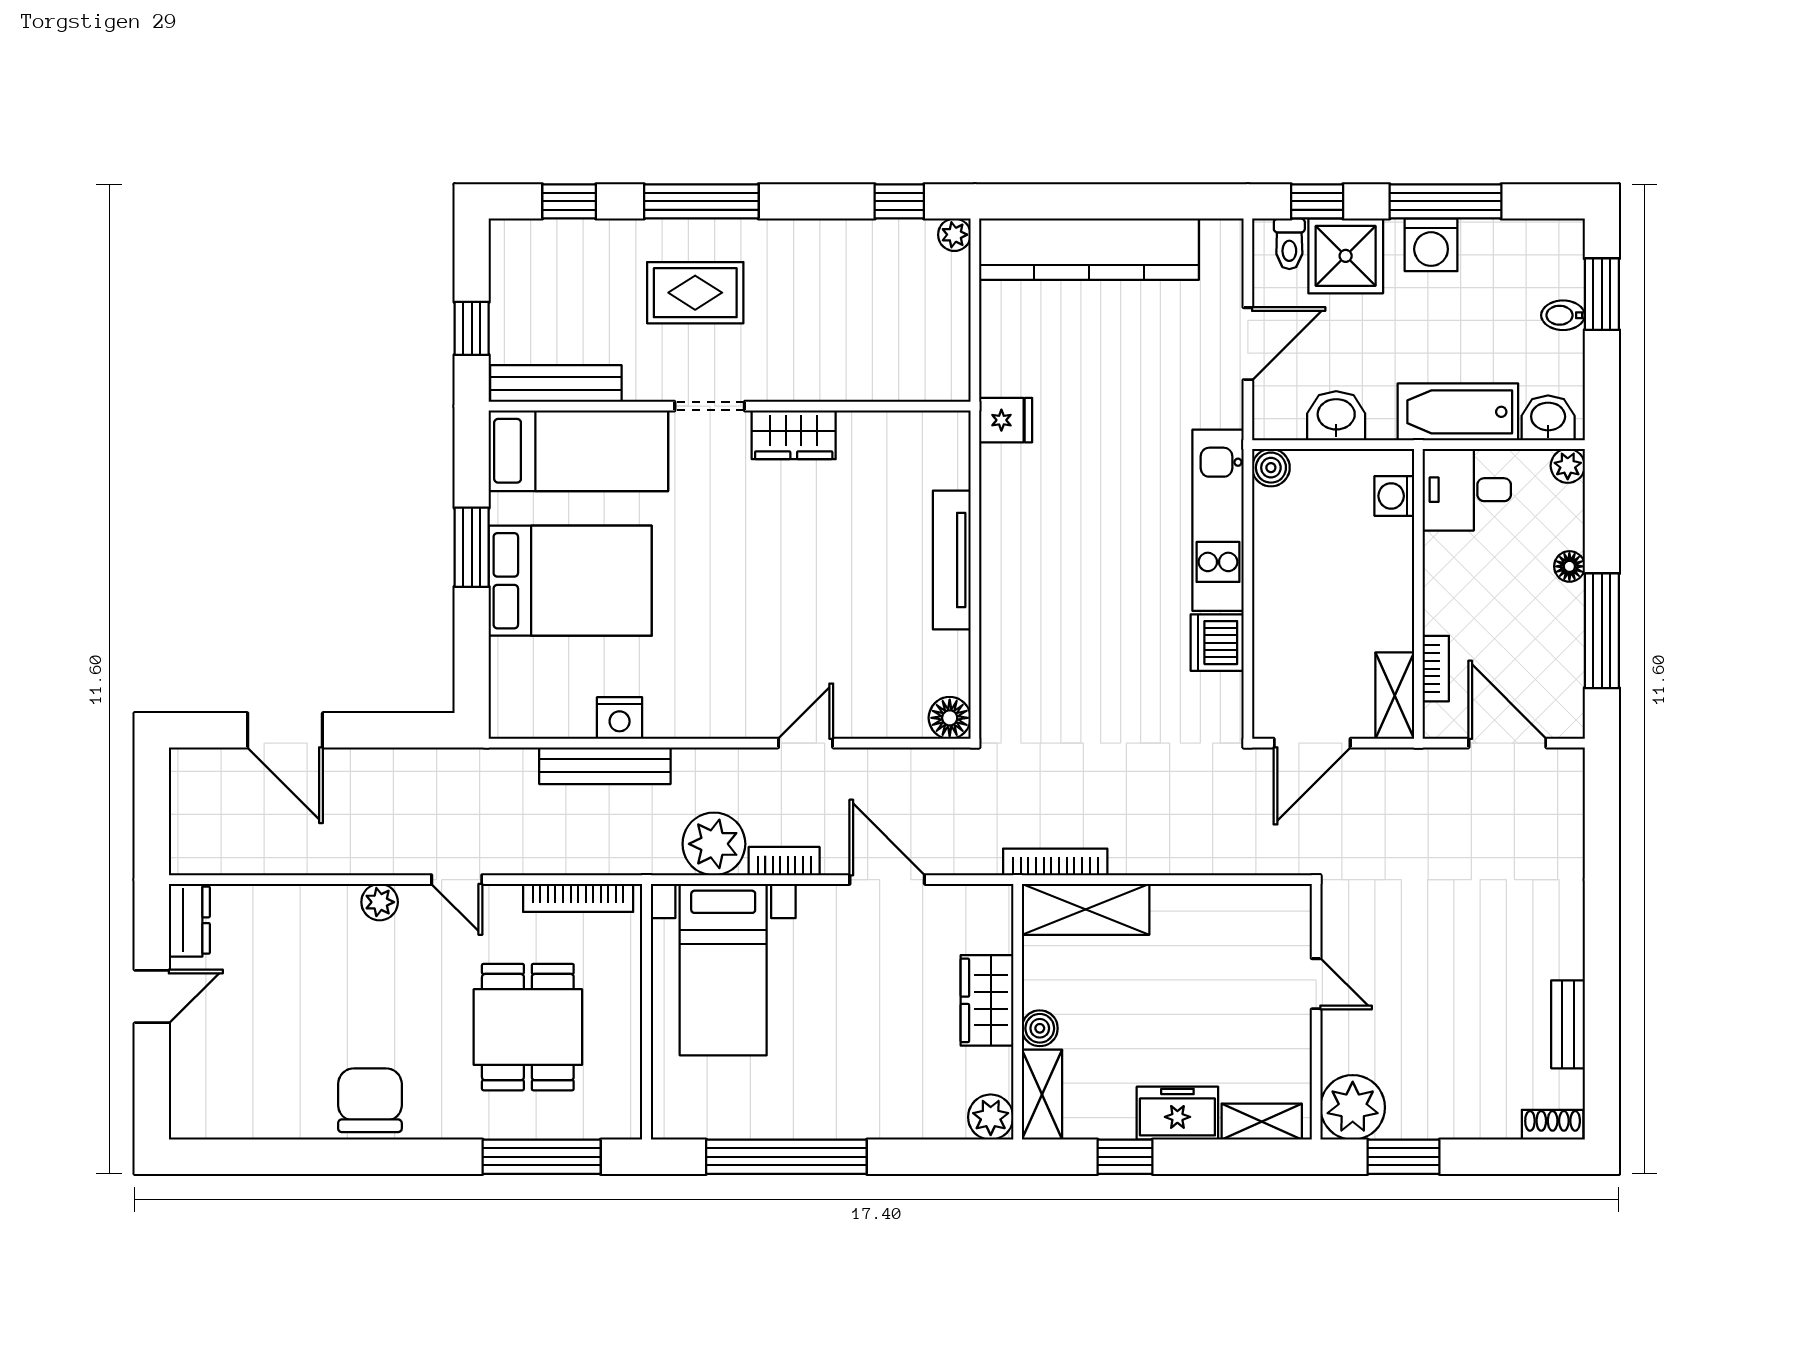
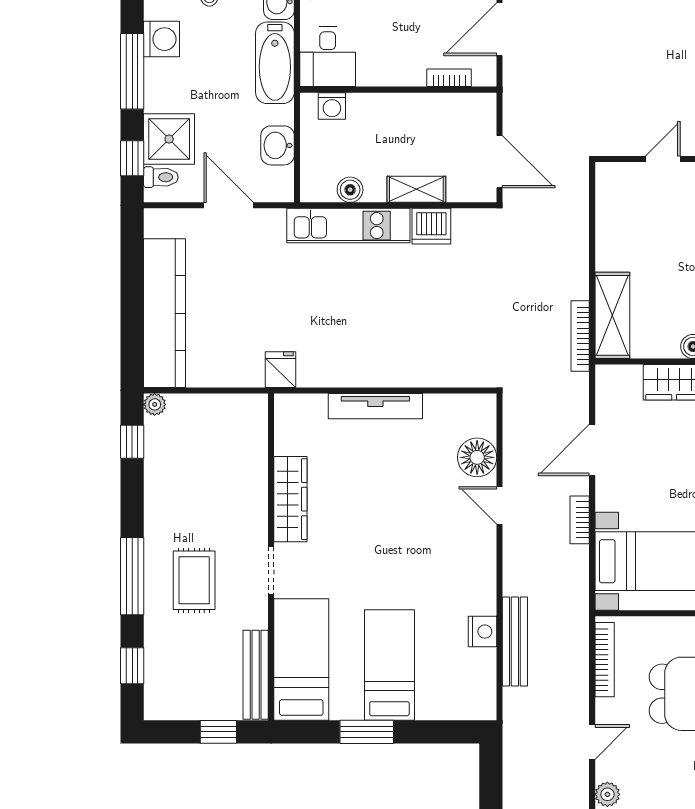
washing machine: (1431, 245) -> (162, 39), moved
wardrobe: (794, 435) -> (290, 499), width x1.50
boiler: (1271, 468) -> (350, 190), moved
bed: (570, 581) -> (389, 665), width x0.67
shelving: (1395, 696) -> (416, 189), moved
floor lamp: (950, 718) -> (477, 457), moved, width x1.38, depth x1.38
plant: (714, 844) -> (568, 568), removed

